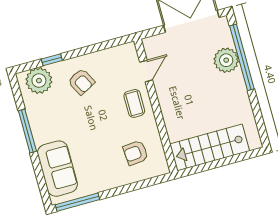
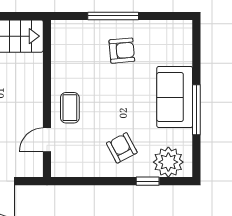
armchair: (136, 153) -> (122, 51), moved
sofa: (57, 169) -> (175, 97), moved
window: (77, 202) -> (113, 16), moved

